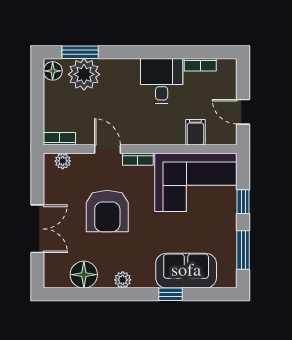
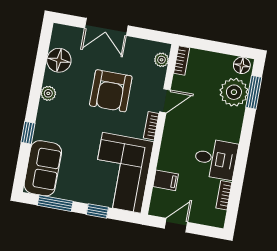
armchair: (107, 211) -> (111, 91), turned -90
sofa: (186, 271) -> (43, 168), moved

